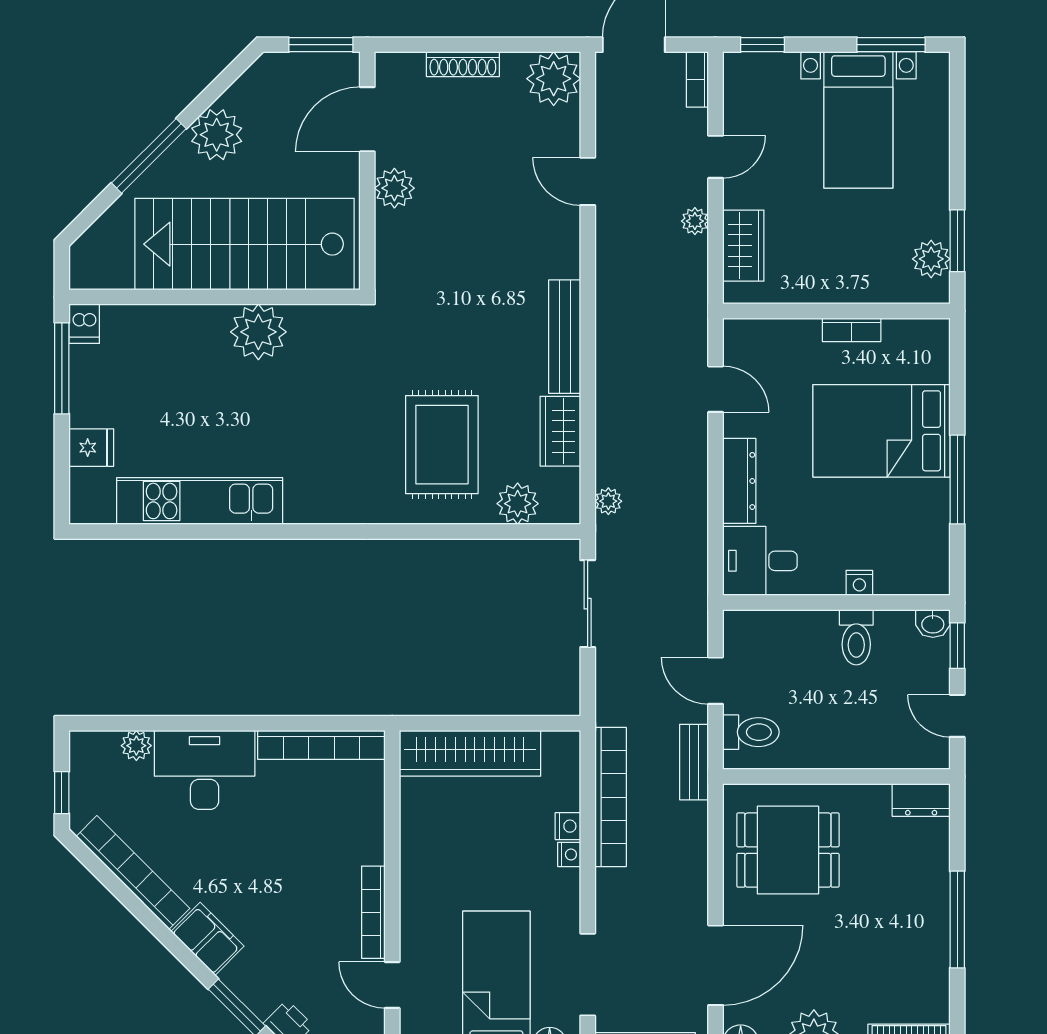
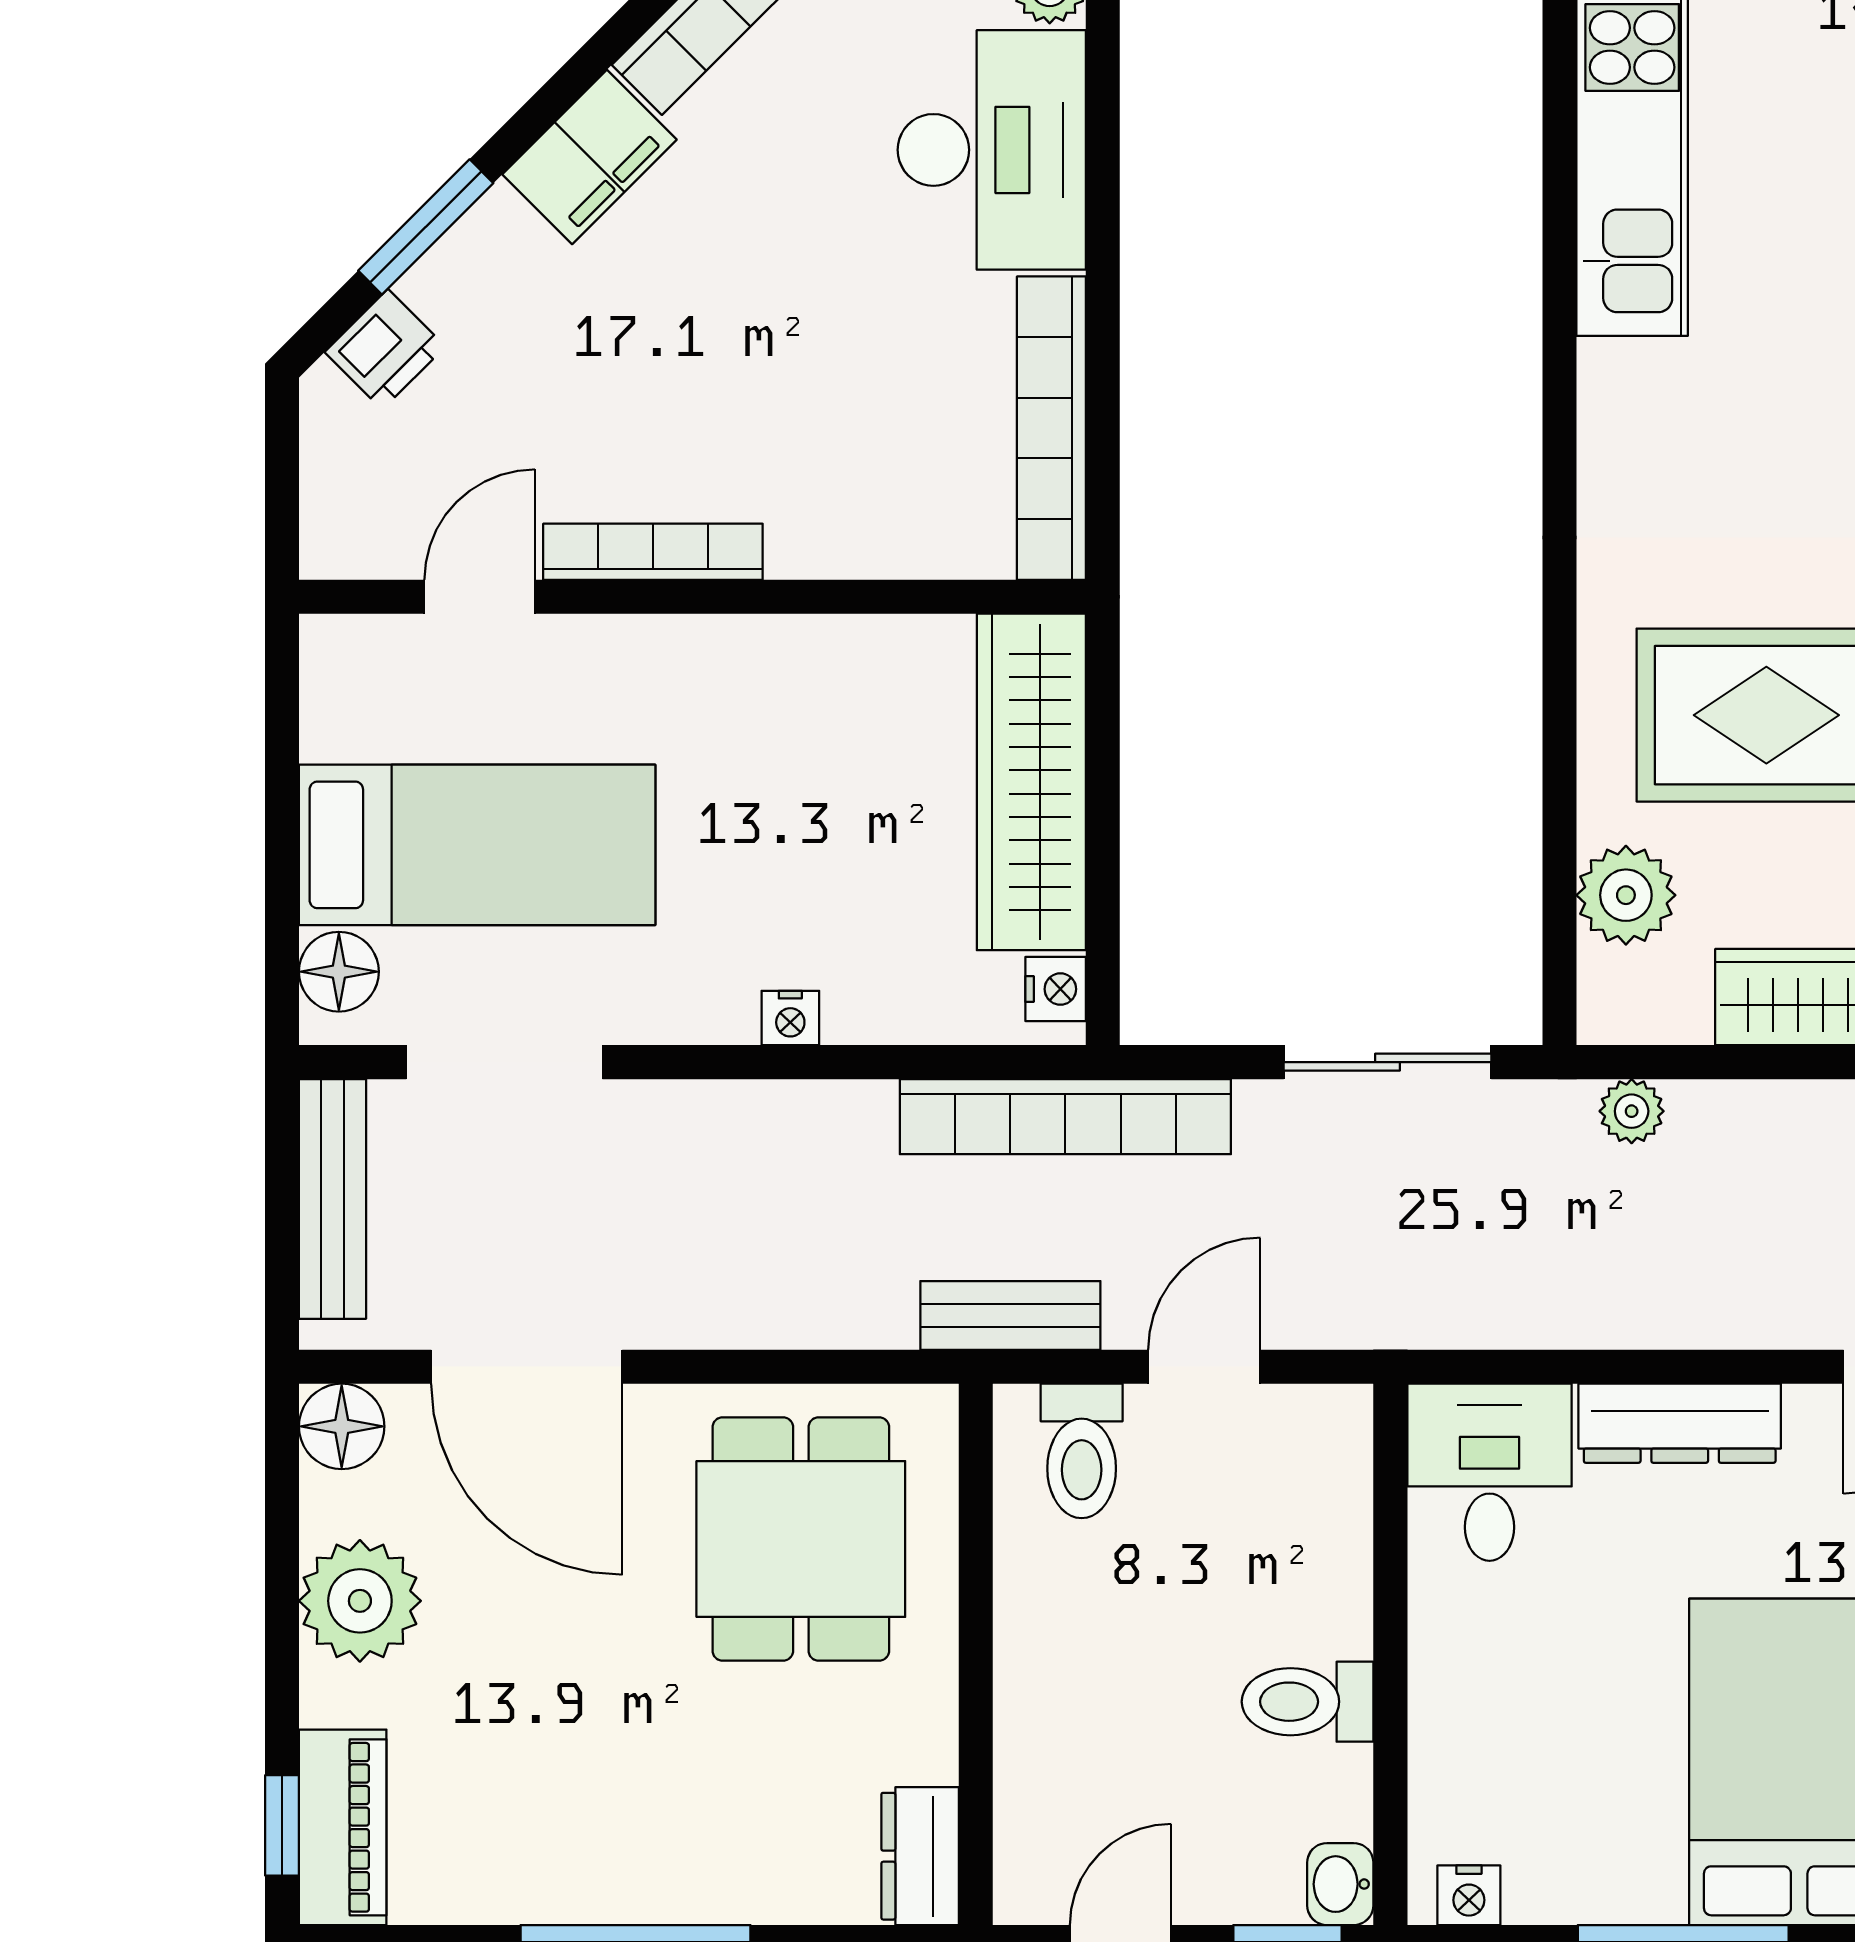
nightstand: (859, 583) -> (1469, 1895), moved, turned -90
bookcase: (611, 797) -> (1065, 1117), moved
nightstand: (568, 826) -> (1056, 989), moved, turned -90

